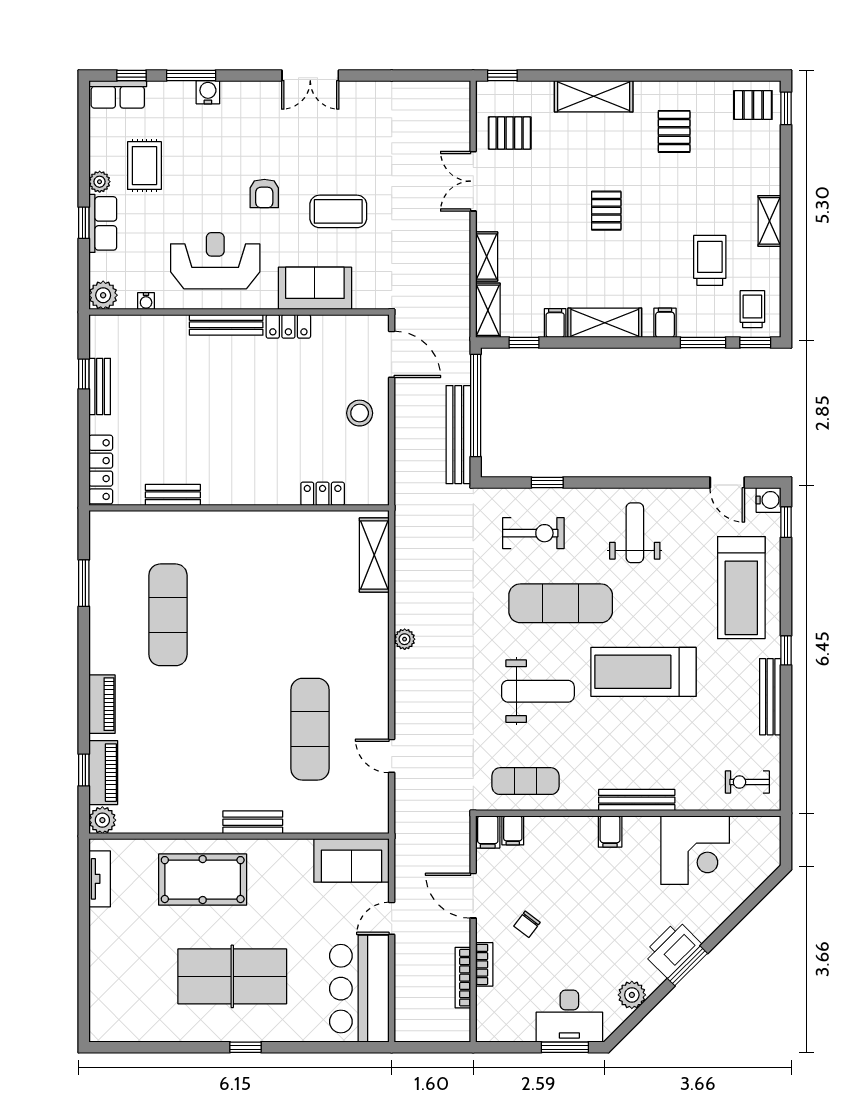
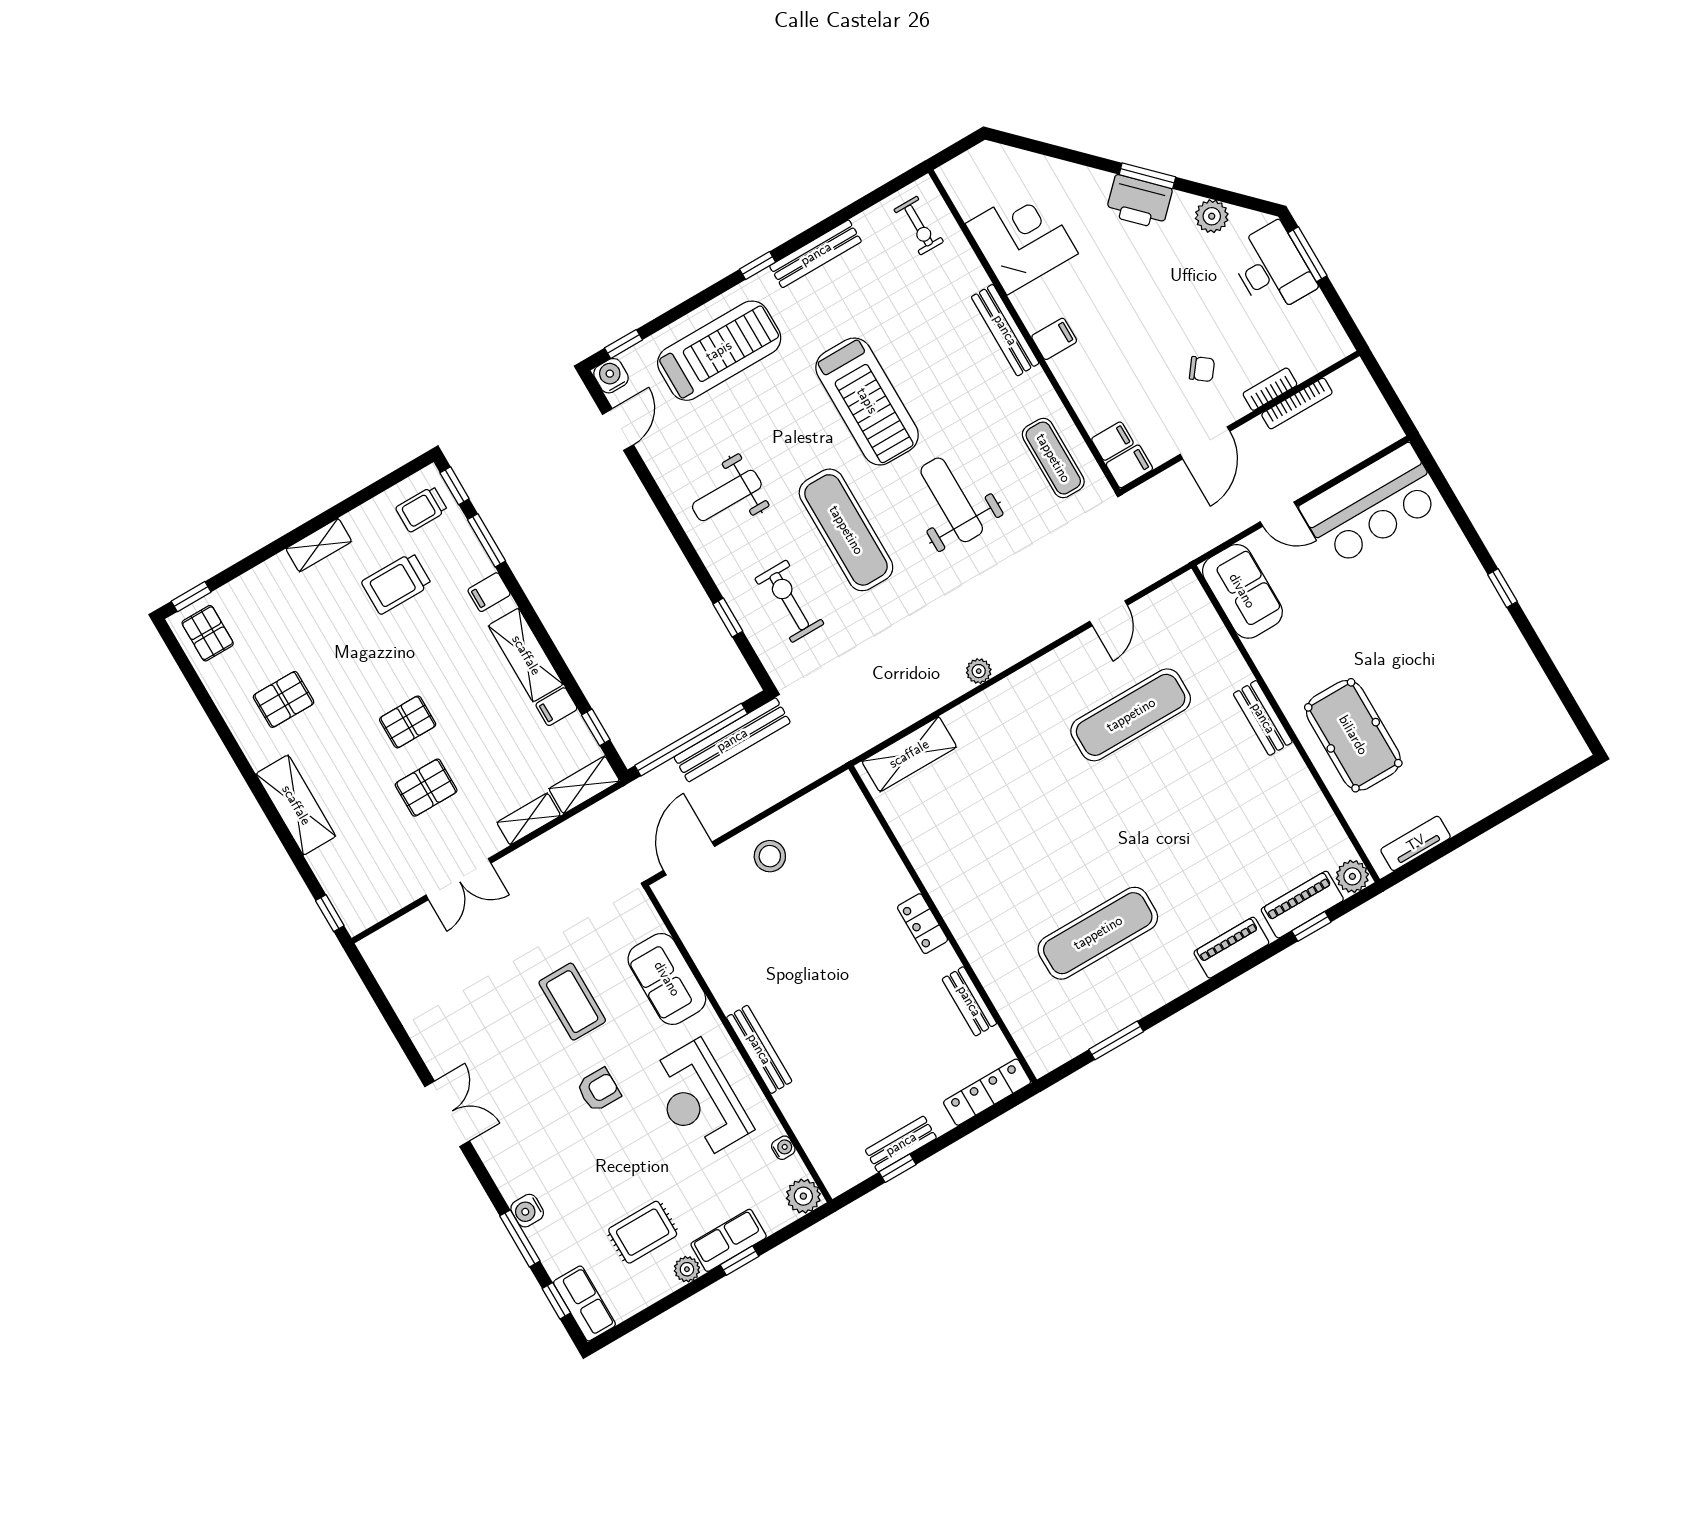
pallet: (510, 133) -> (426, 788), moved, turned 90
locker: (288, 326) -> (723, 983), removed
locker: (323, 494) -> (922, 924), moved
table tennis table: (232, 976) -> (1436, 645), removed

